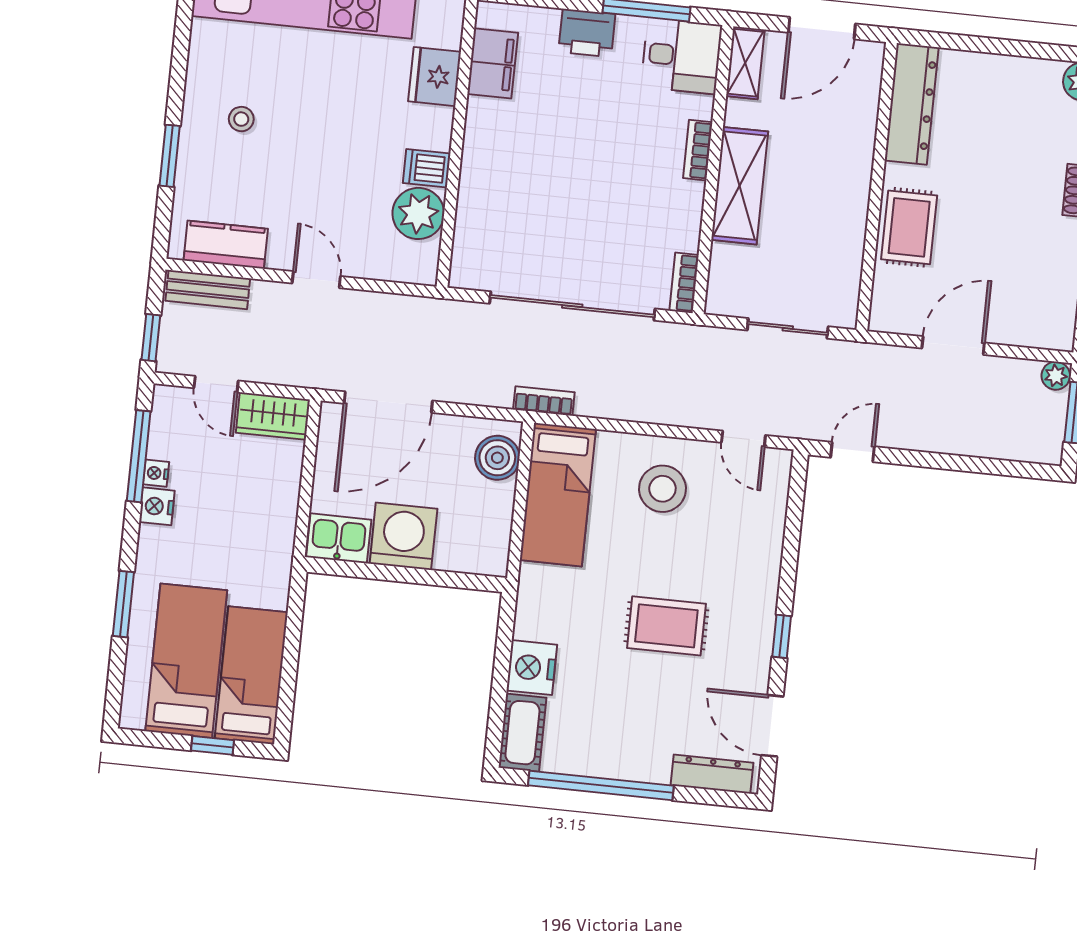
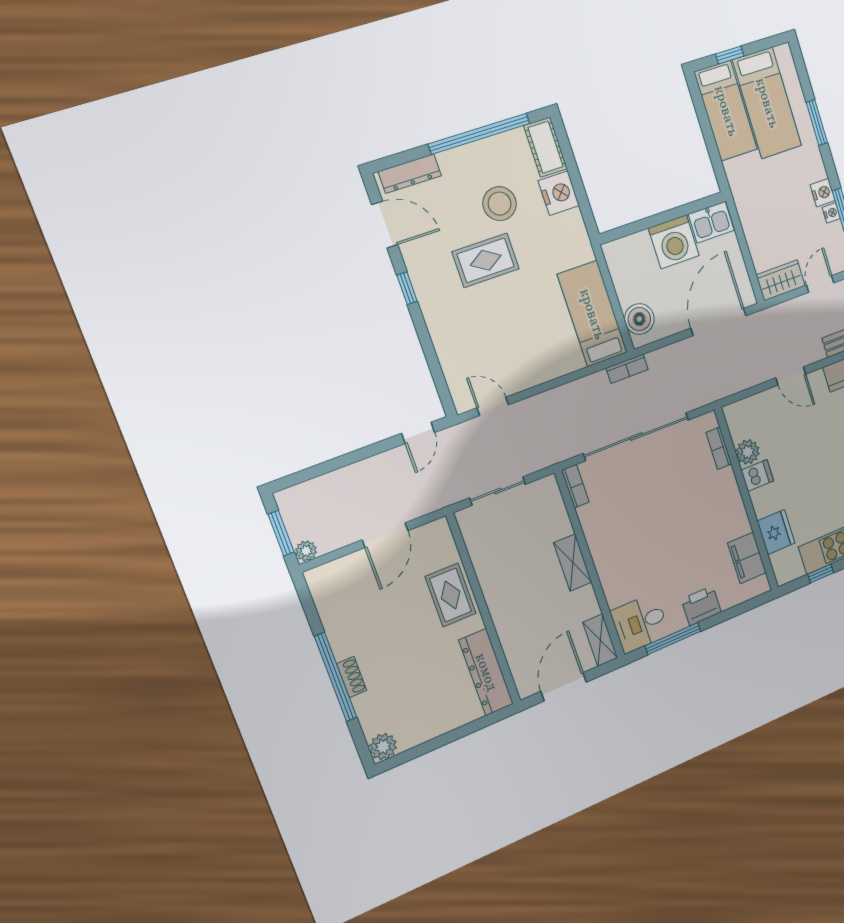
bookcase: (698, 150) -> (719, 448), moved, turned 180
shelving: (740, 186) -> (573, 562), width x0.67, depth x0.75
plant: (418, 213) -> (748, 452), width x0.73, depth x0.73
door: (216, 384) -> (820, 284), hinge flipped
stool: (662, 489) -> (500, 204), moved

